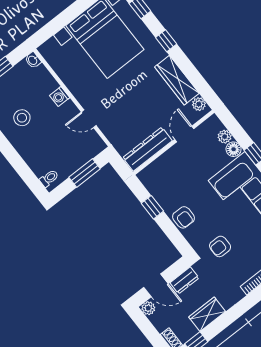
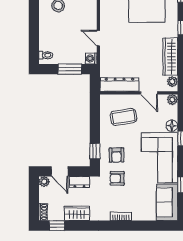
washing machine: (60, 96) -> (91, 58), moved
door: (184, 134) -> (149, 93), swing flipped
plant: (225, 137) -> (172, 100), moved
coffee table: (177, 179) -> (123, 117), added
window: (152, 207) -> (95, 151), moved
armchair: (184, 217) -> (116, 155), moved

